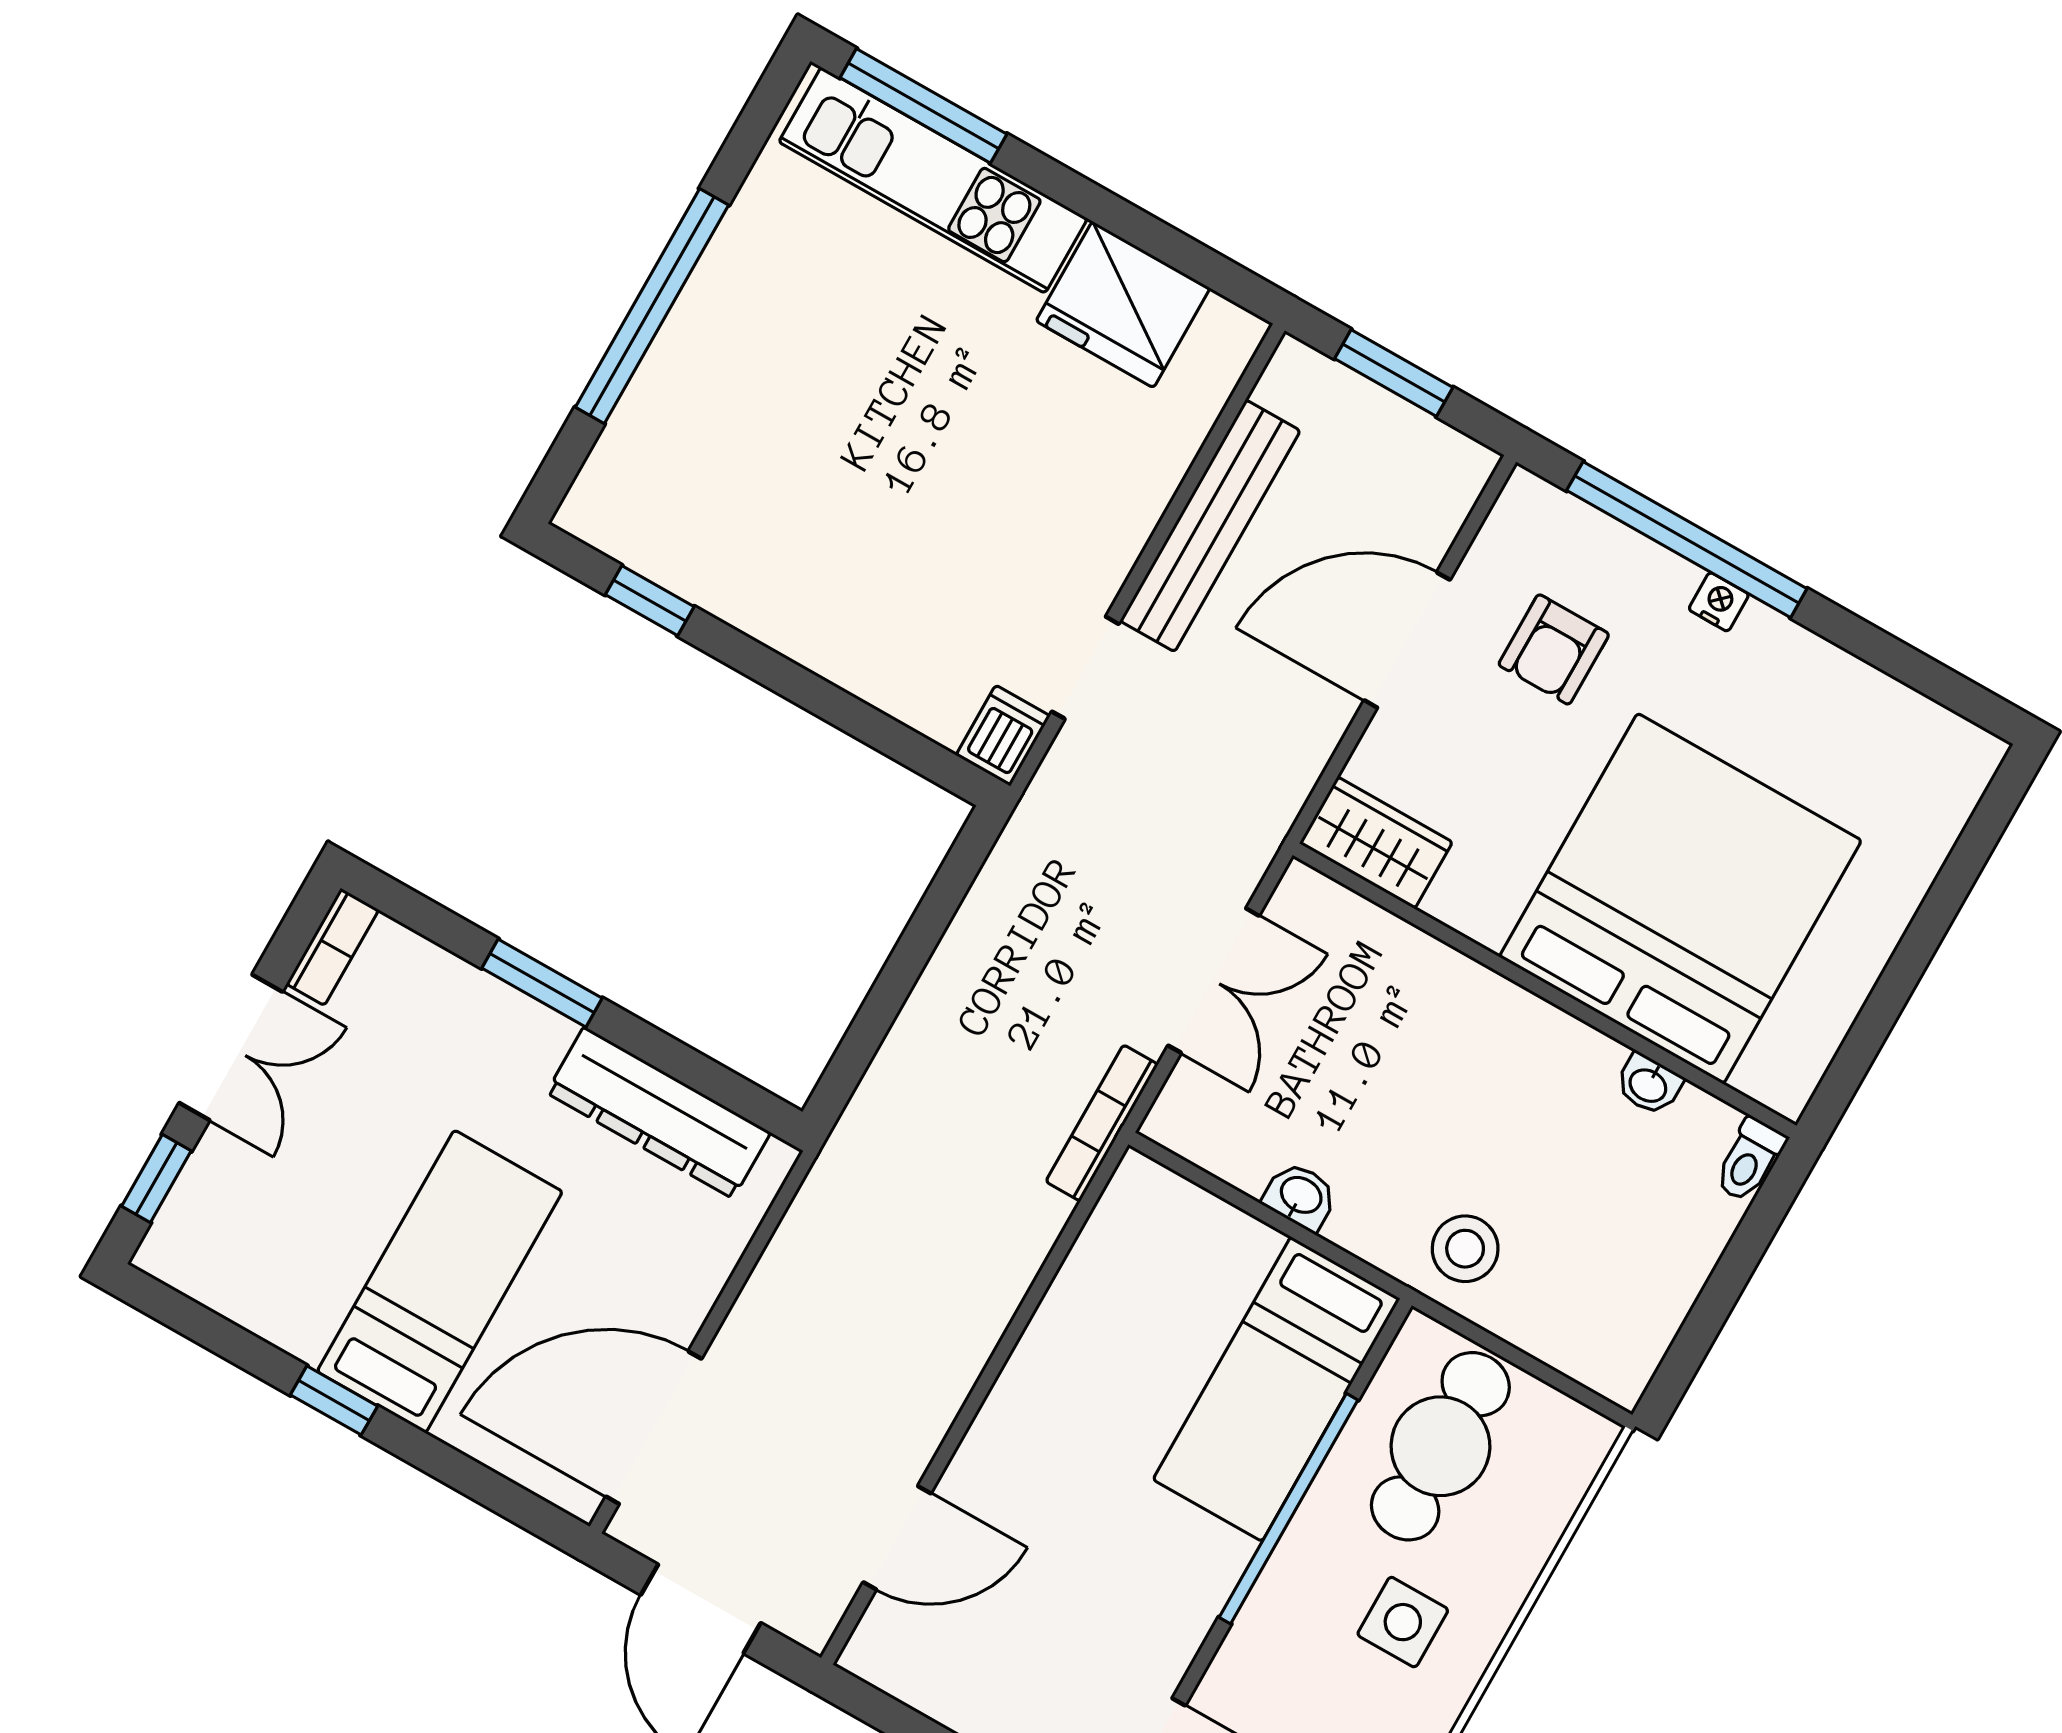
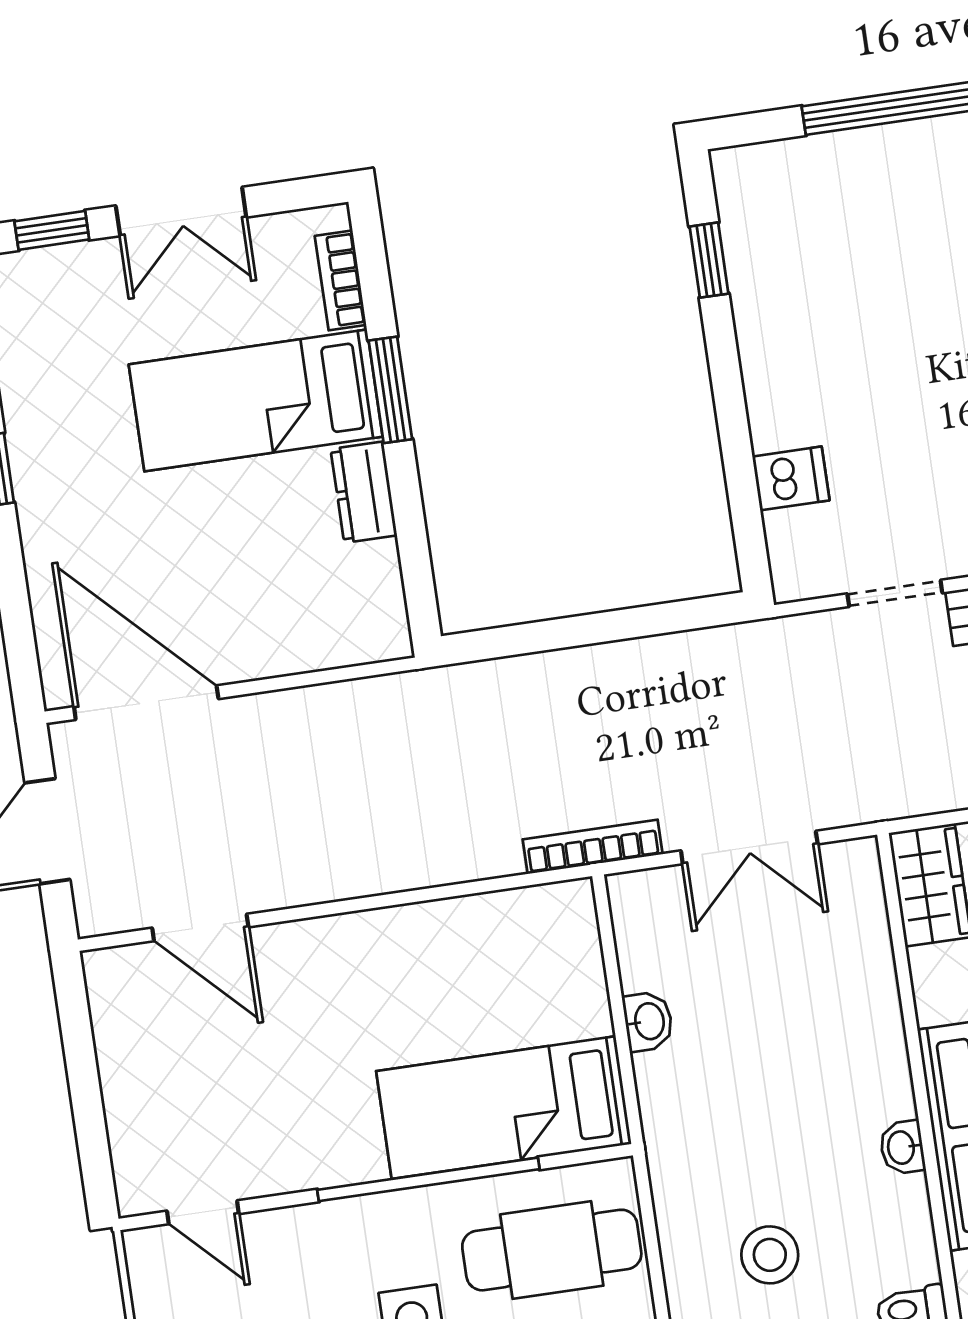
dishwasher: (1003, 736) -> (791, 478), moved
bookcase: (333, 947) -> (341, 280), moved, turned 90
washbasin: (1649, 1084) -> (902, 1147), moved
dresser: (658, 1113) -> (364, 492), width x0.51, depth x0.80
stool: (1465, 1249) -> (770, 1255), moved
bed: (440, 1282) -> (256, 400), moved, turned 180

